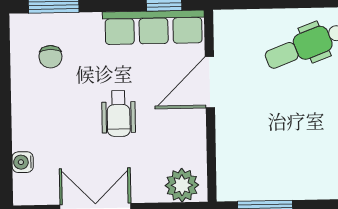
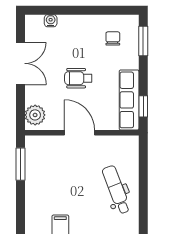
chair: (50, 57) -> (113, 38), turned 90
door: (210, 82) -> (80, 133), moved

